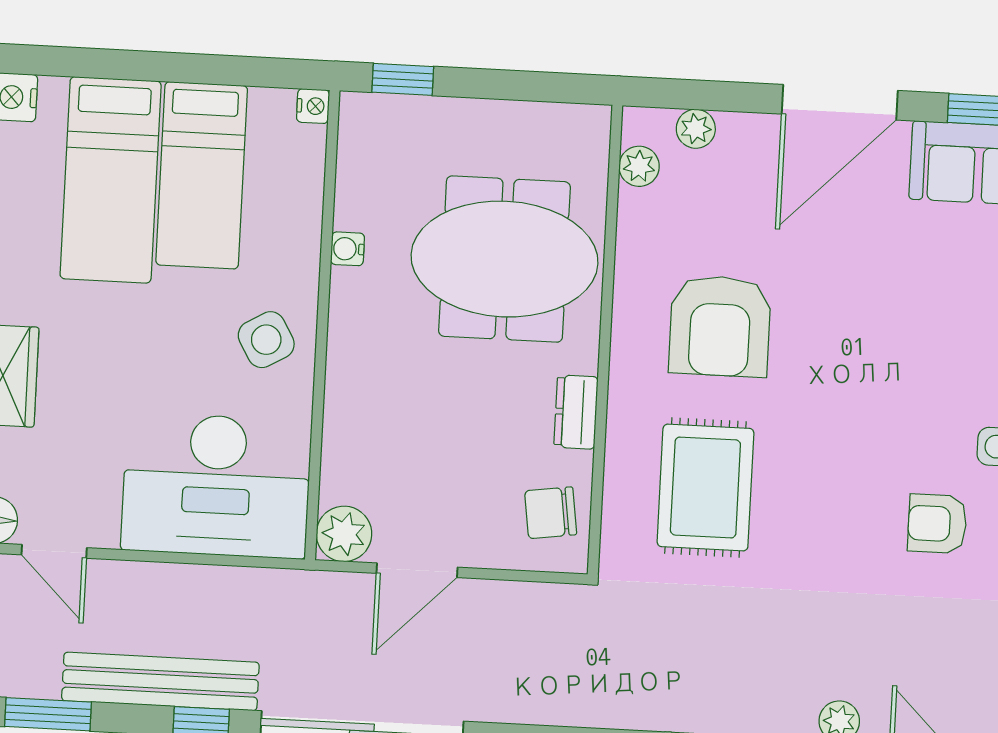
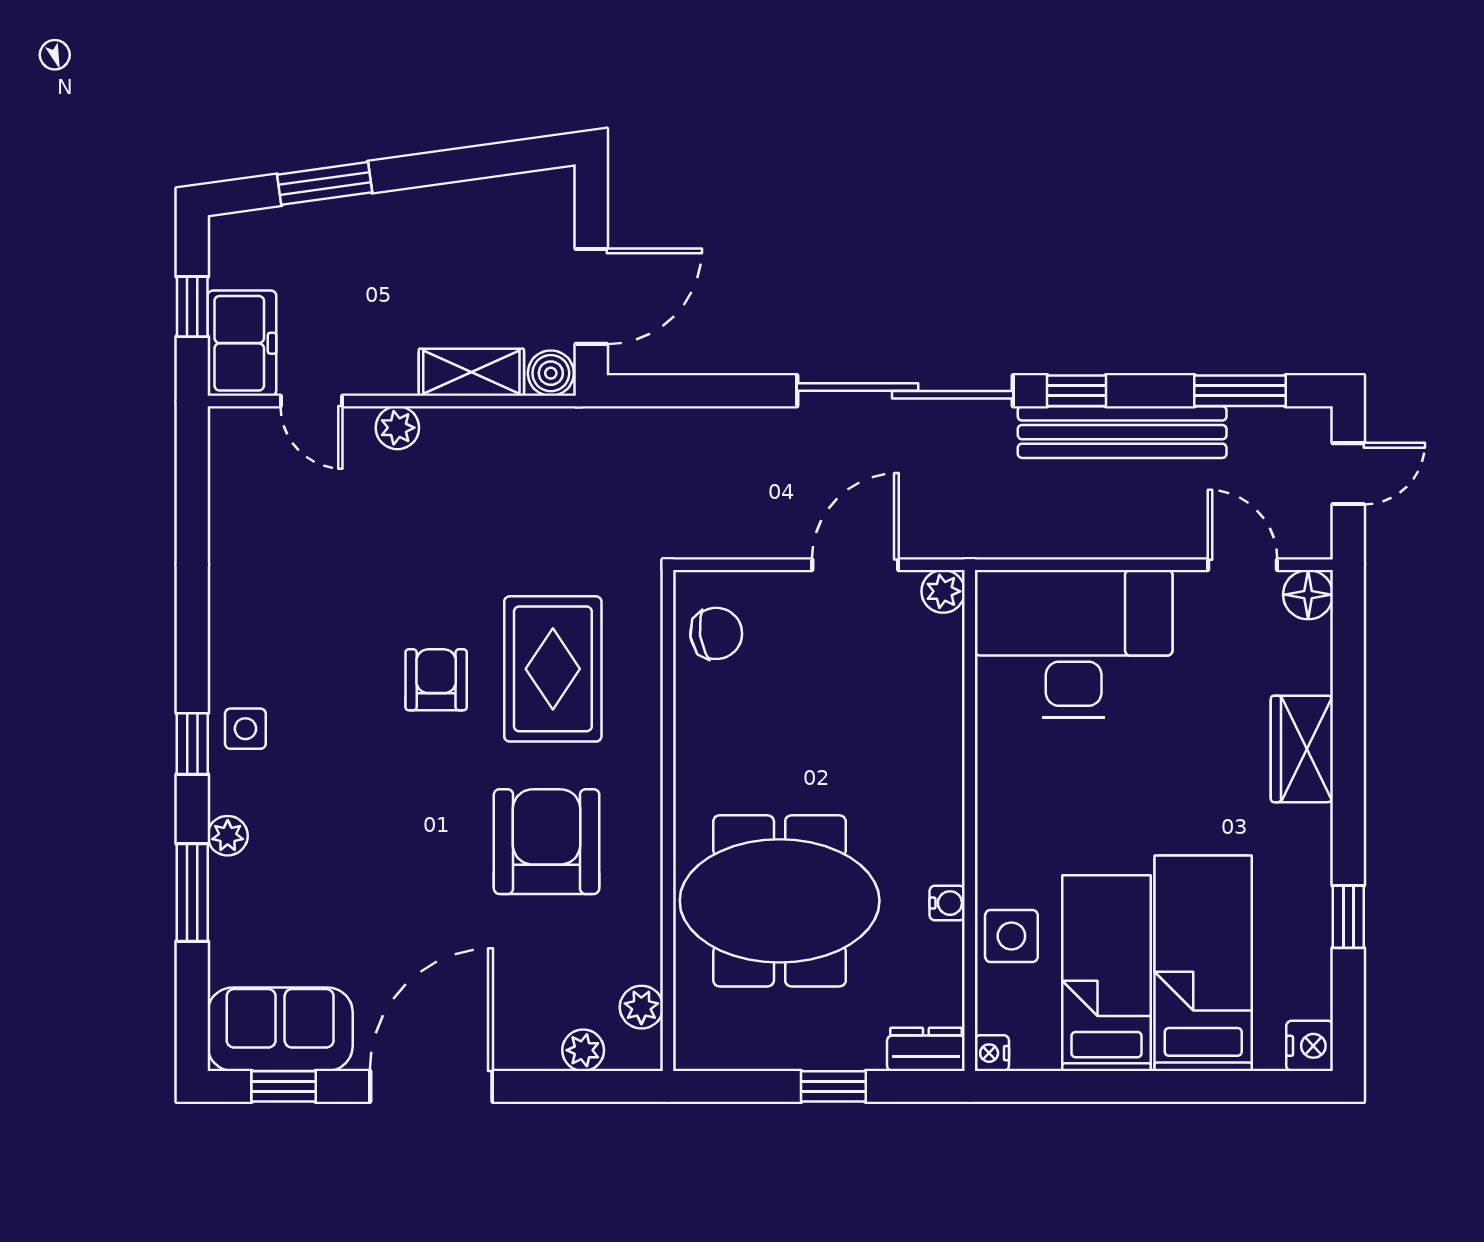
window: (403, 79) -> (833, 1086), moved
side table: (266, 340) -> (1011, 936), moved, turned 30
dresser: (576, 412) -> (926, 1049), moved, turned -90
armchair: (937, 524) -> (436, 680), moved, turned -90
plant: (344, 534) -> (943, 591), width x0.73, depth x0.73

